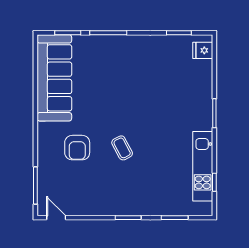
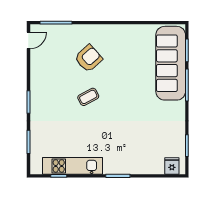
sofa: (54, 78) -> (171, 63), moved, turned 90
armchair: (77, 148) -> (89, 58), turned 138

